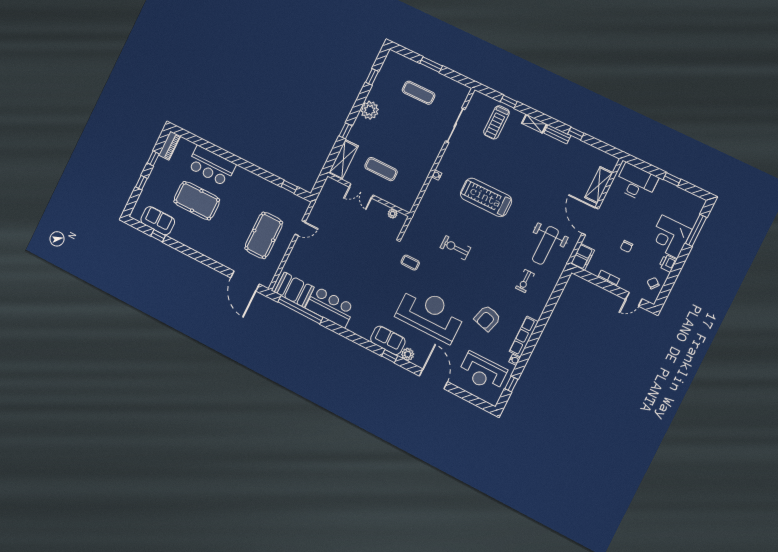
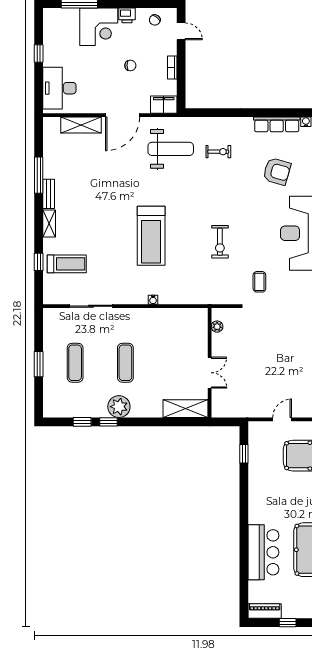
window: (346, 131) -> (109, 422), moved
window: (576, 134) -> (39, 175), width x2.17
exercise mat: (381, 169) -> (125, 363), moved
door: (300, 228) -> (282, 419), hinge flipped

